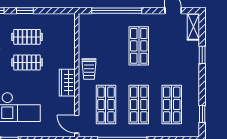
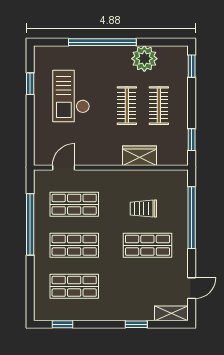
window: (25, 11) -> (192, 140), moved
trolley: (89, 69) -> (143, 209), moved
wardrobe: (67, 83) -> (140, 156), moved
door: (77, 124) -> (64, 168), moved

